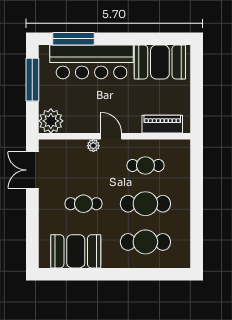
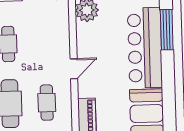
plant: (93, 146) -> (64, 52), removed

